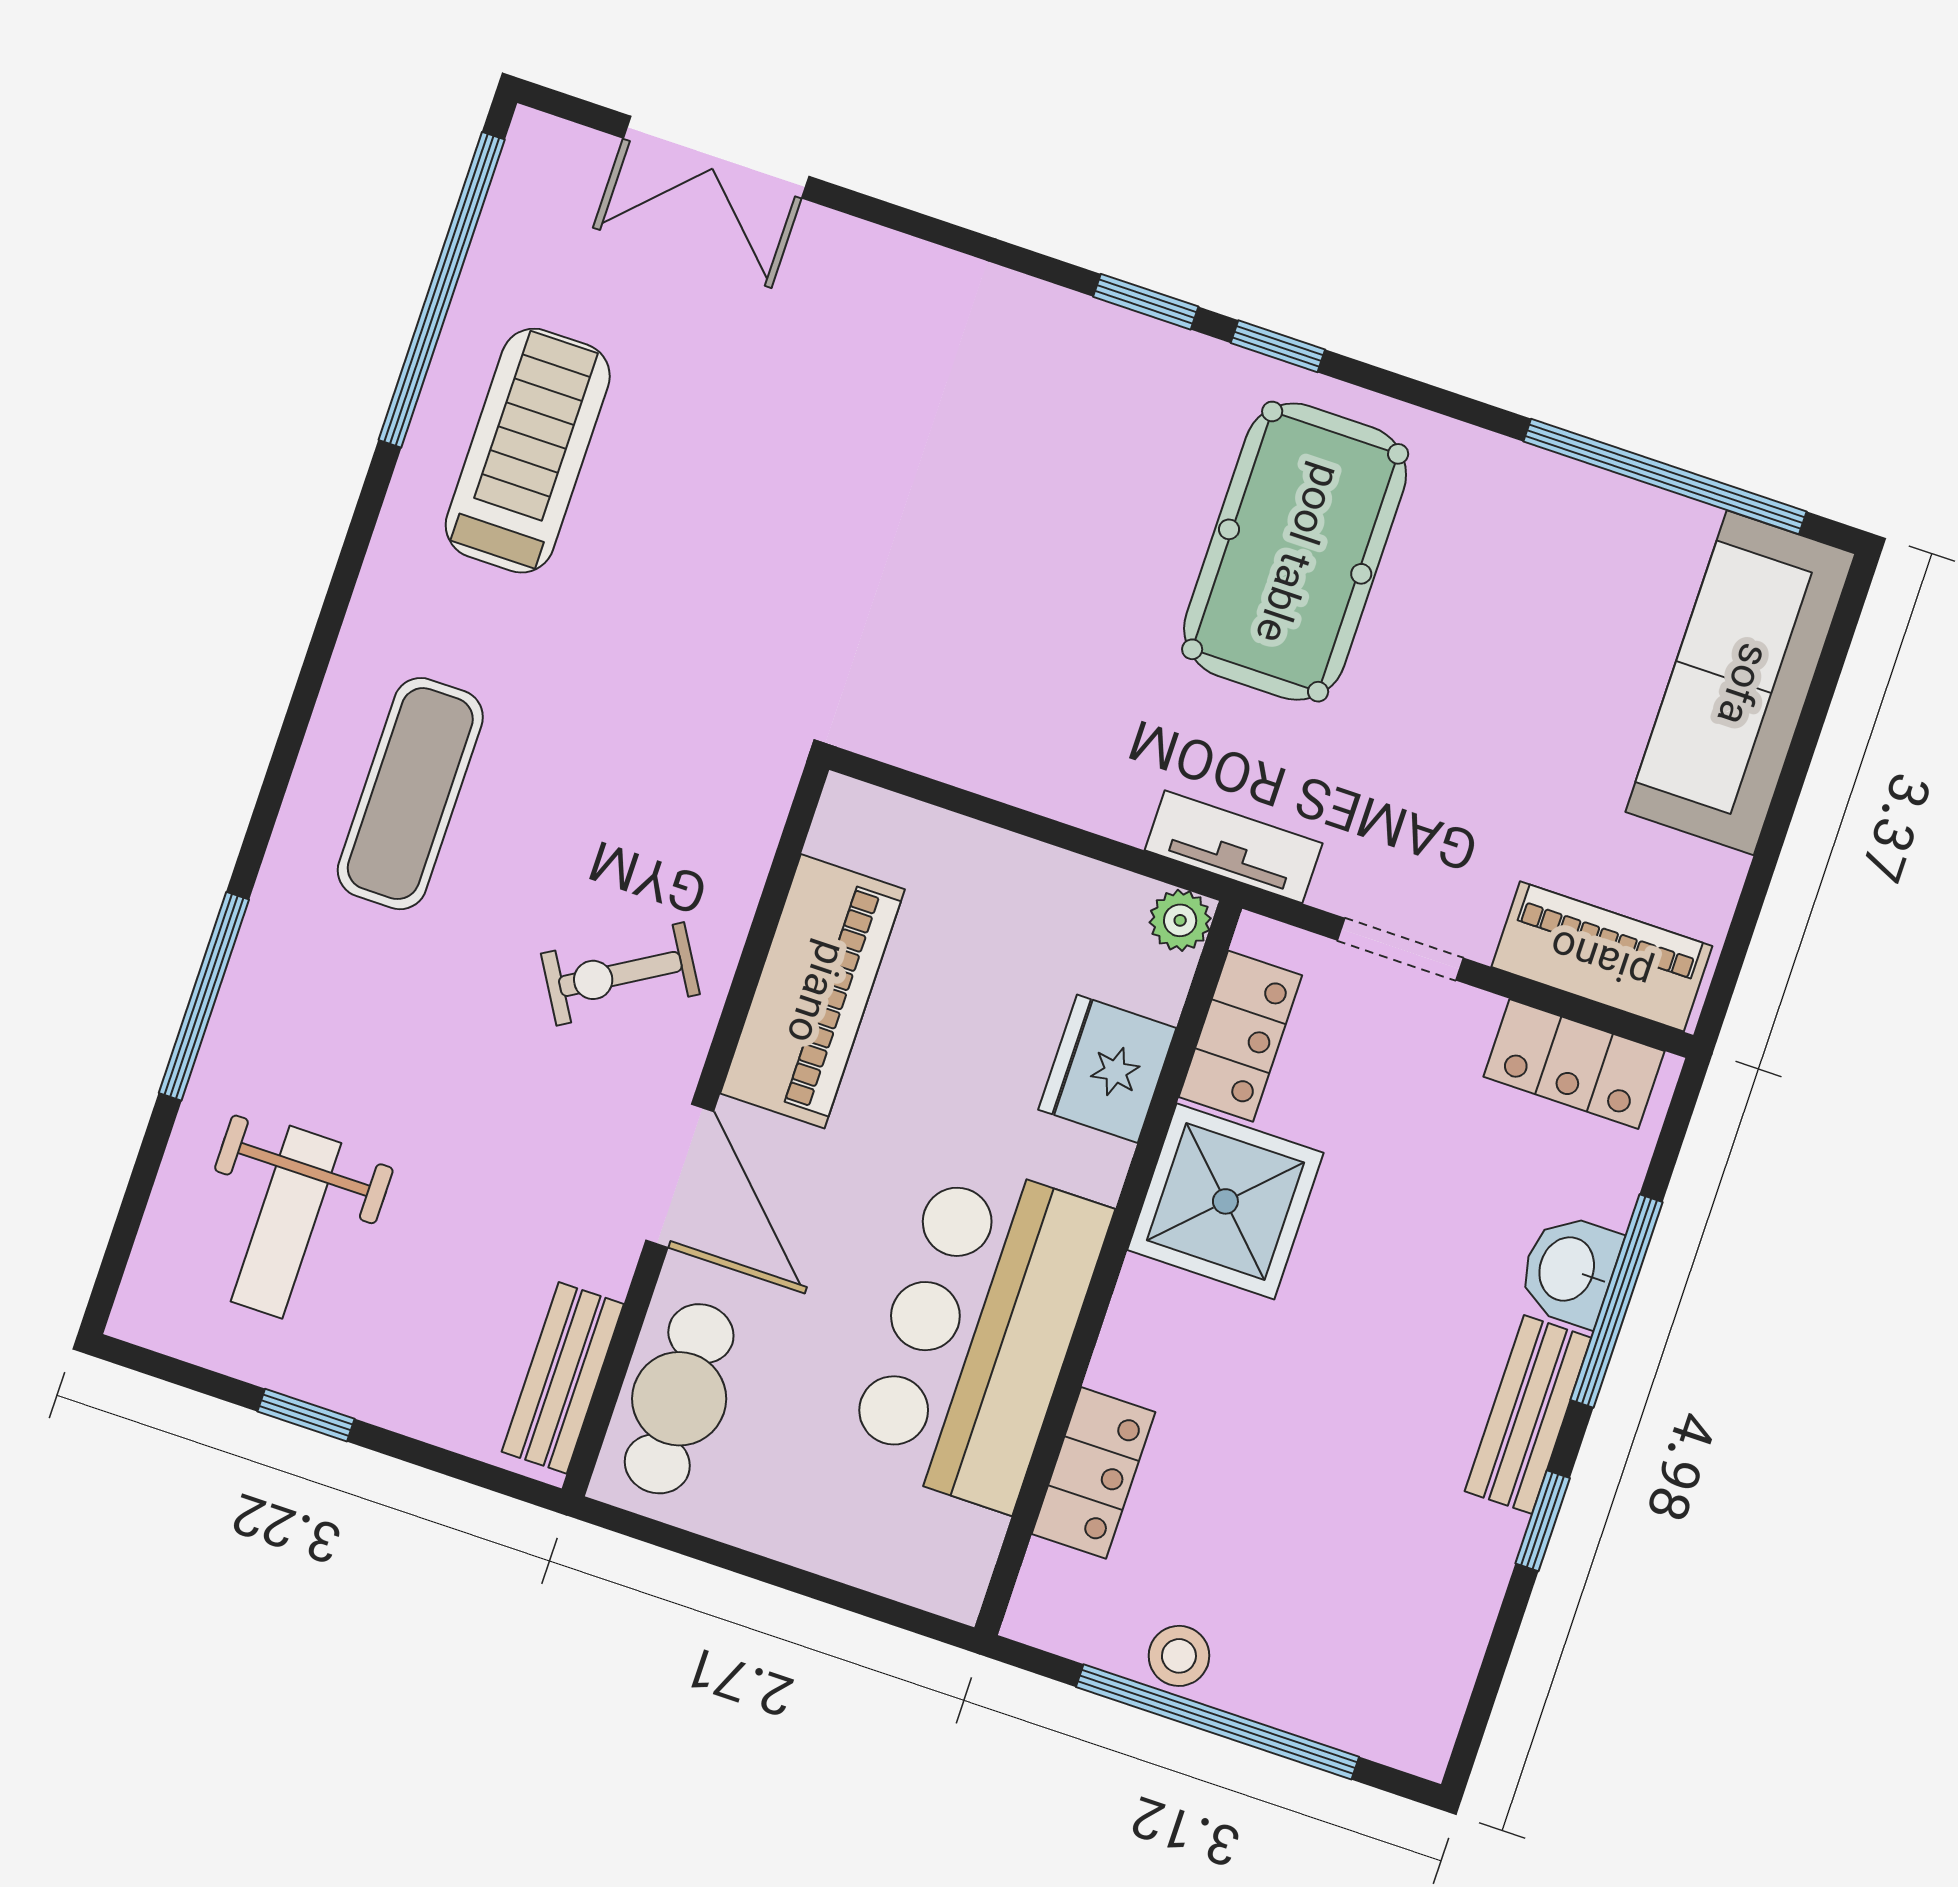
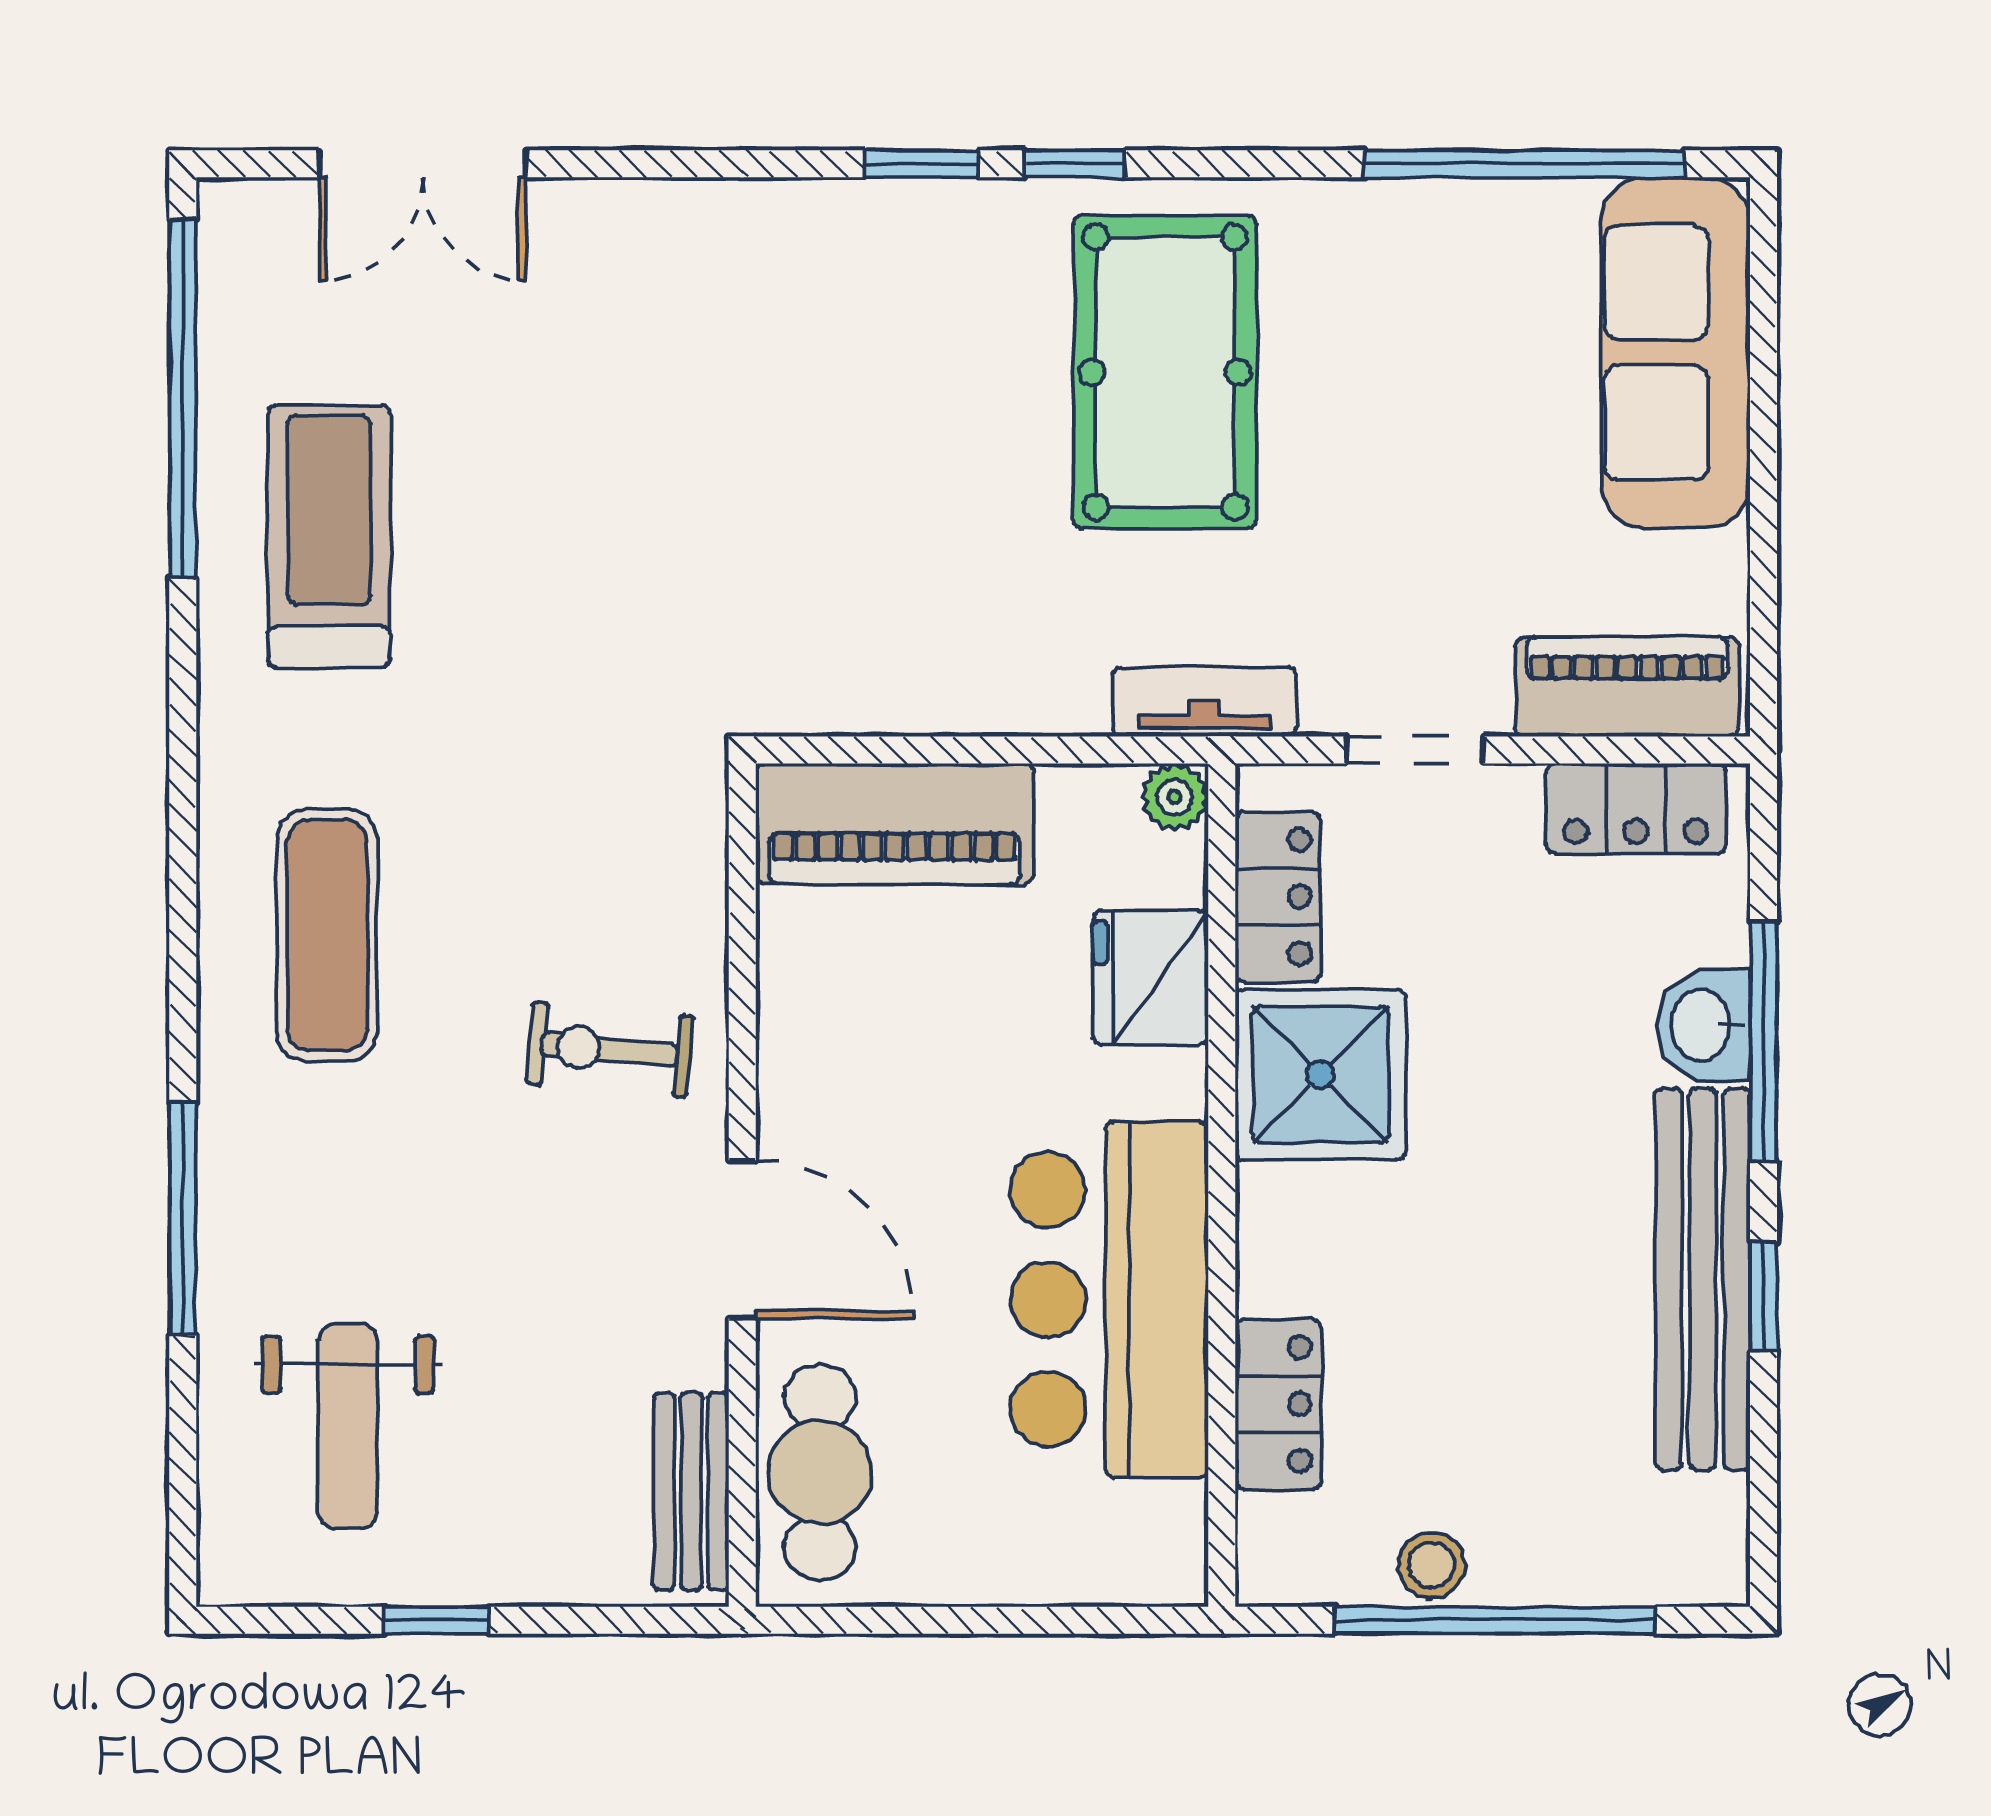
exercise bike: (620, 974) -> (609, 1050), turned 36
piano: (813, 991) -> (895, 824), moved, turned 90
bench: (1528, 1414) -> (1703, 1279), width x1.86, depth x1.21

